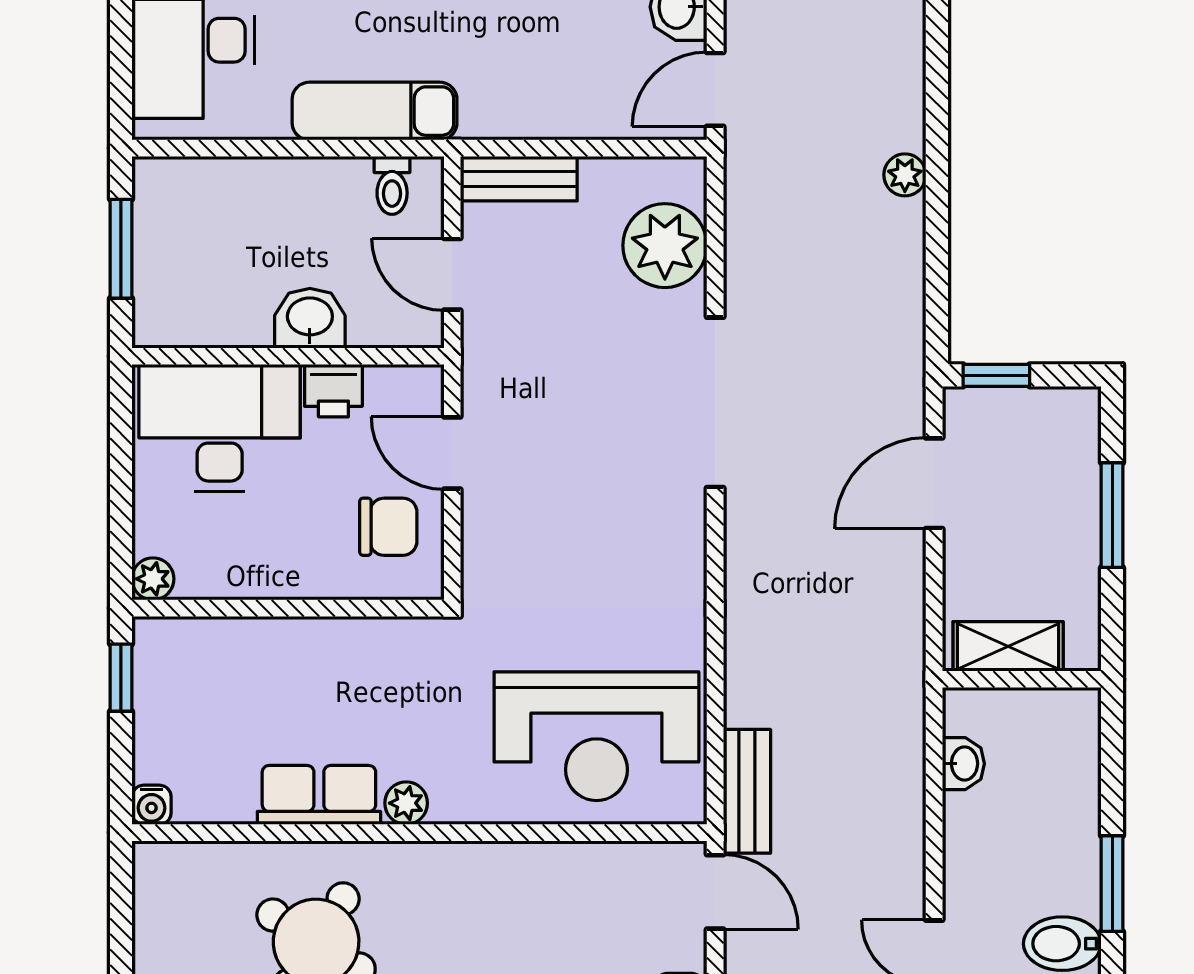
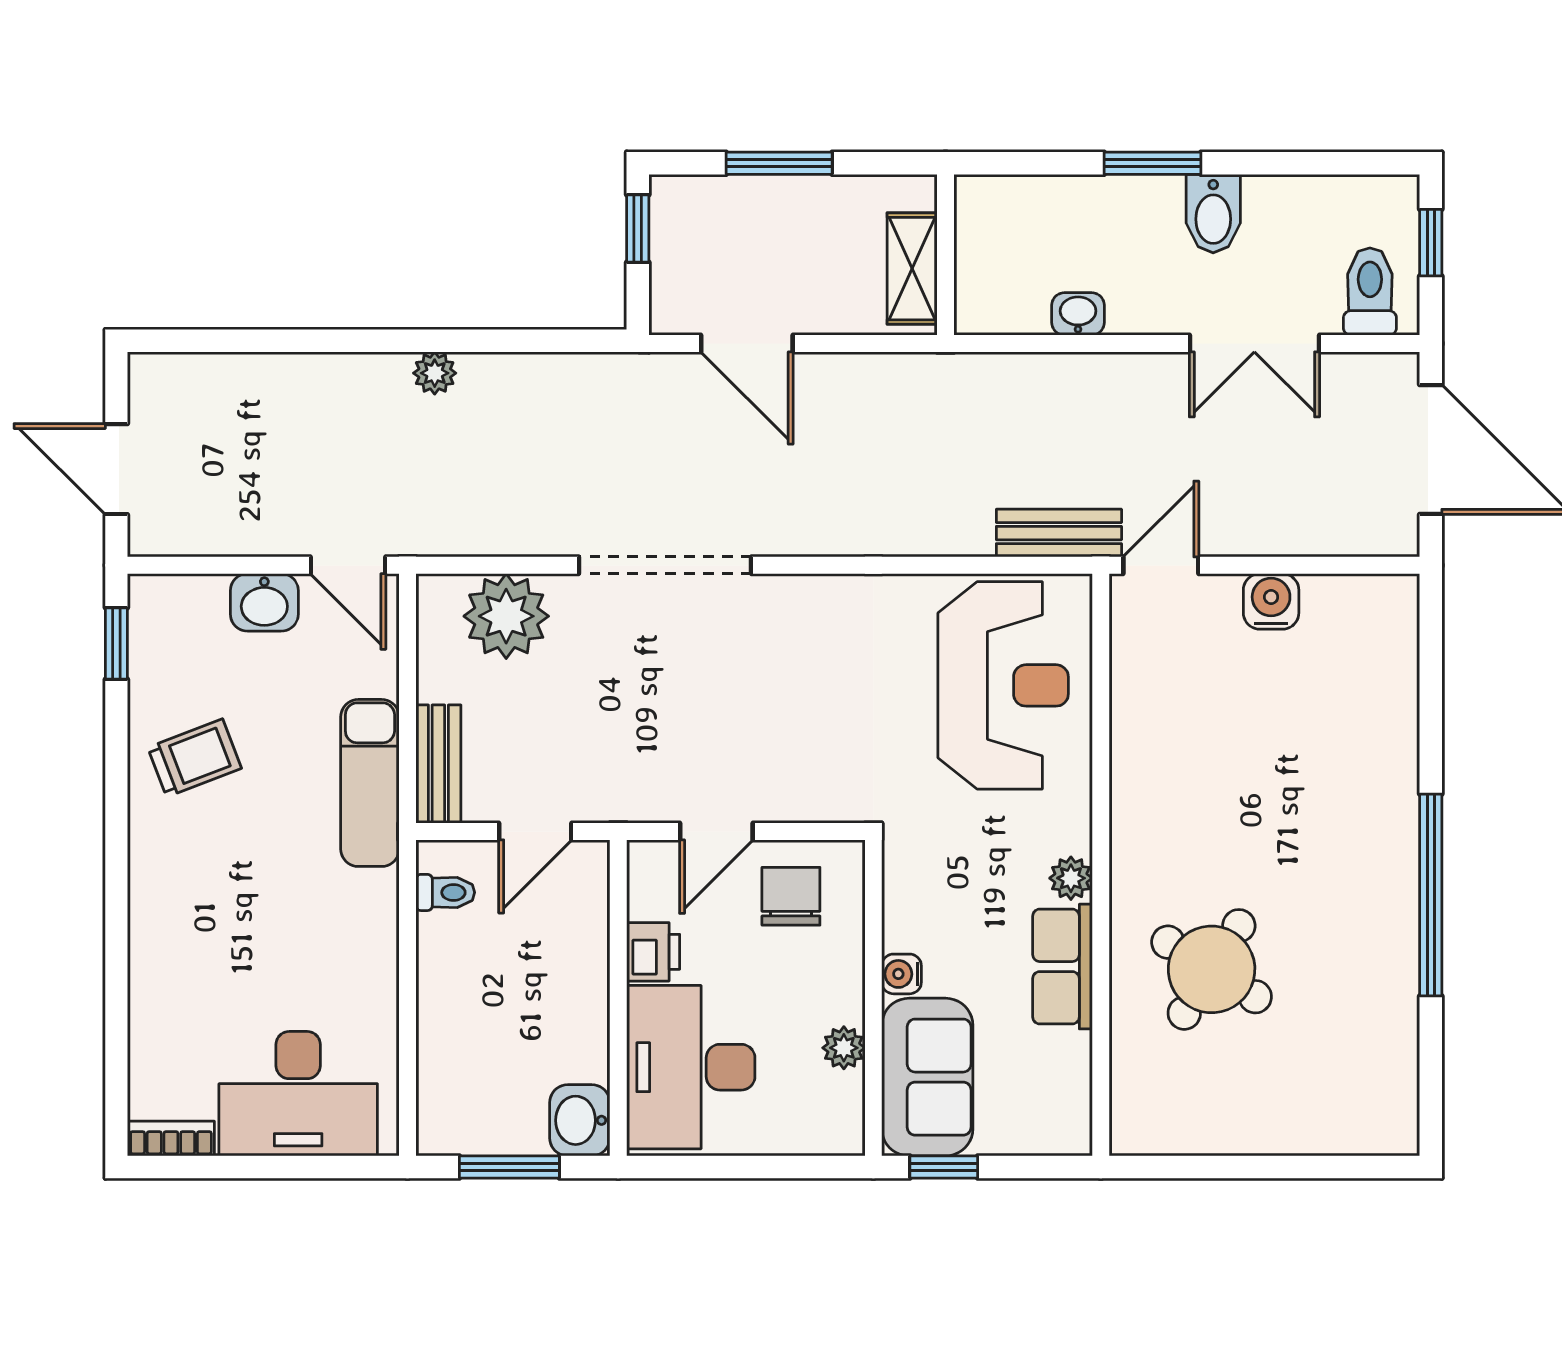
exam couch: (375, 111) -> (370, 783), moved
washbasin: (310, 318) -> (580, 1120), moved
window: (996, 375) -> (638, 229), moved
plant: (153, 579) -> (844, 1048), moved
sofa: (210, 661) -> (927, 1077), added
washbasin: (963, 764) -> (1078, 314), moved
water cooler: (152, 805) -> (902, 974), moved, turned 180

